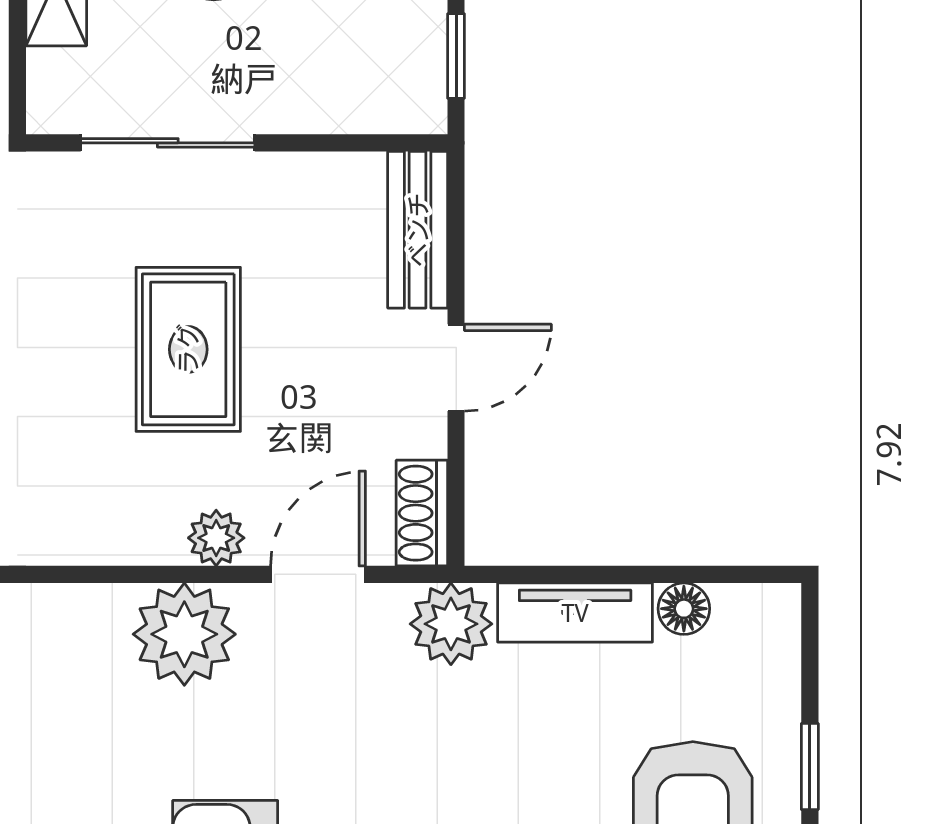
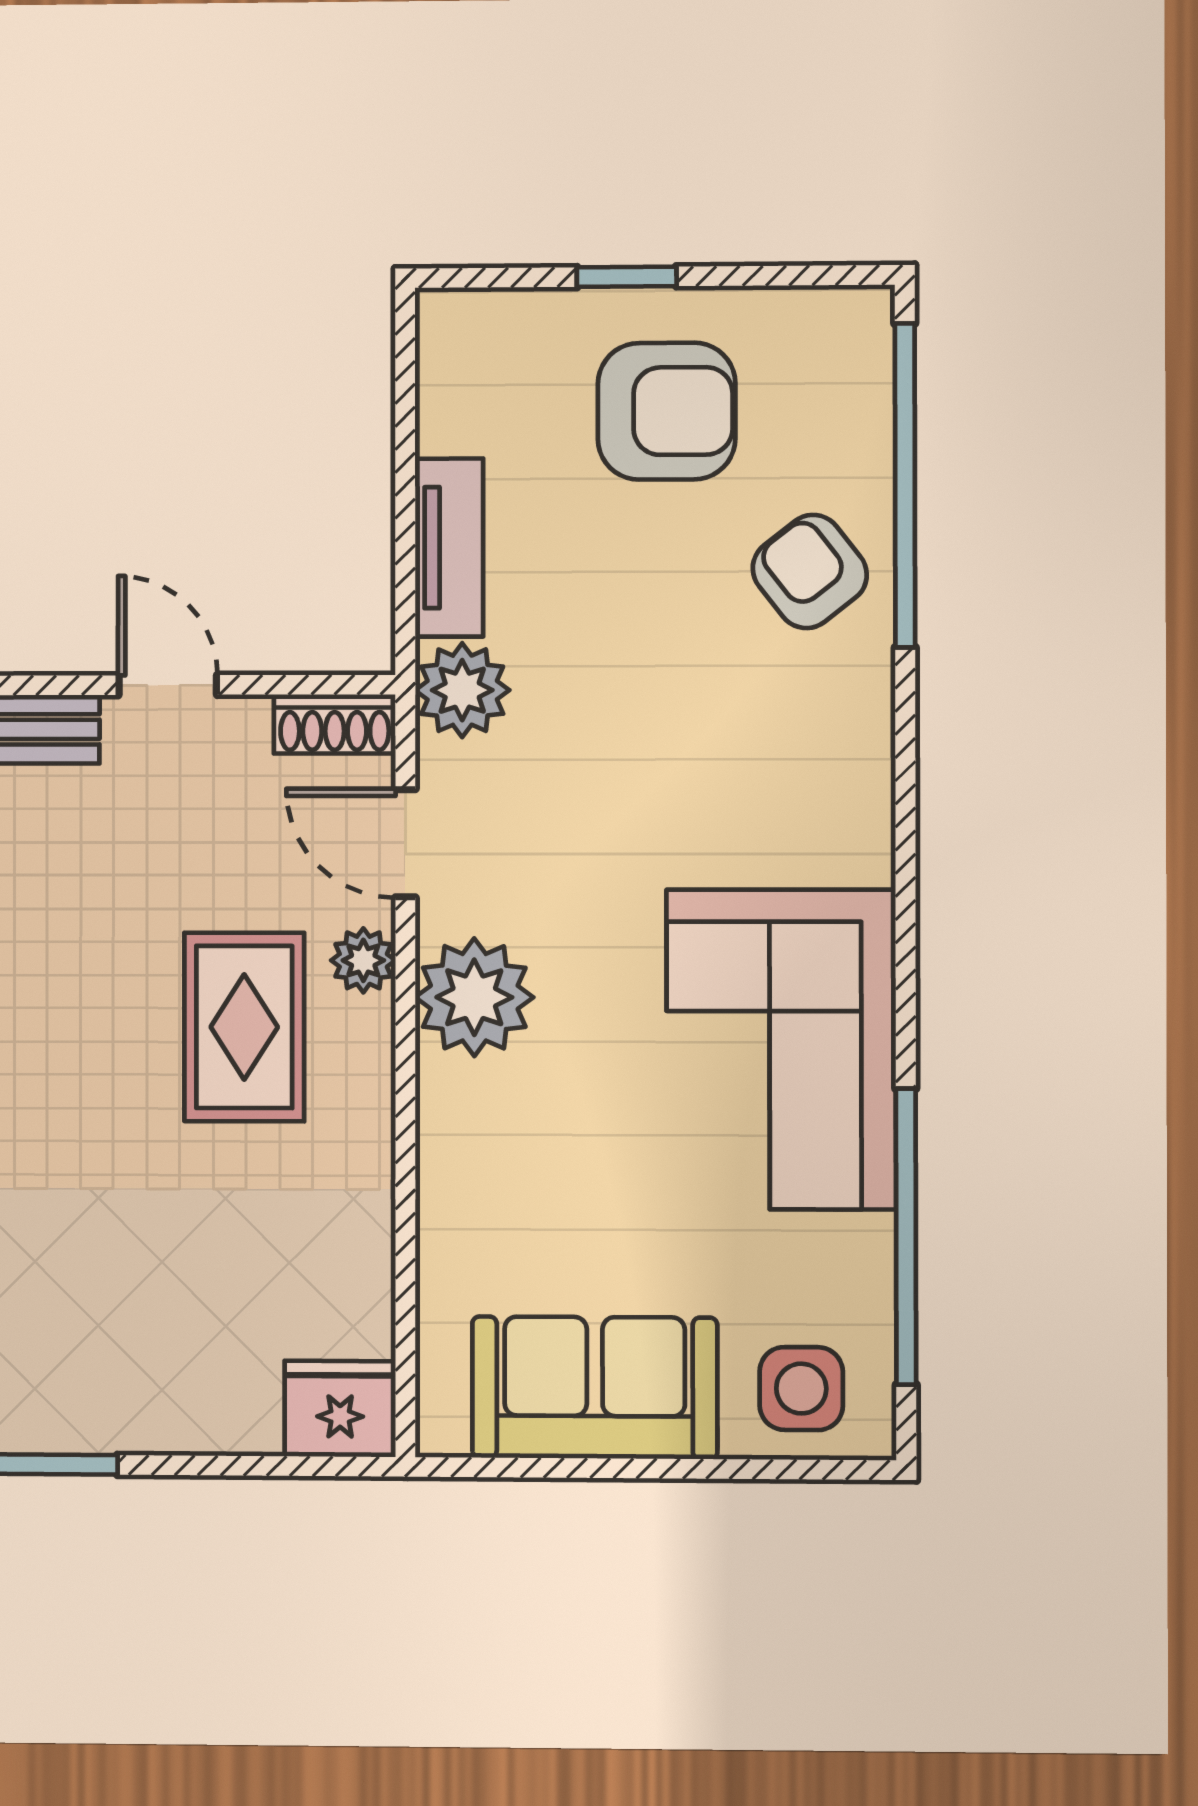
rug: (188, 349) -> (244, 1027), moved, turned 90
floor lamp: (684, 609) -> (445, 423), removed

